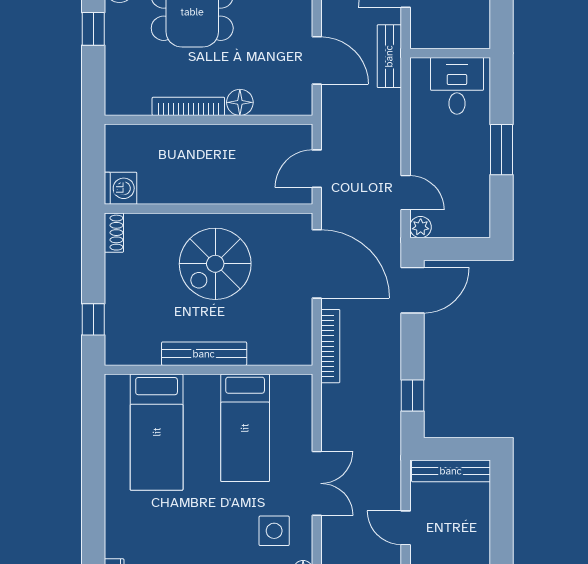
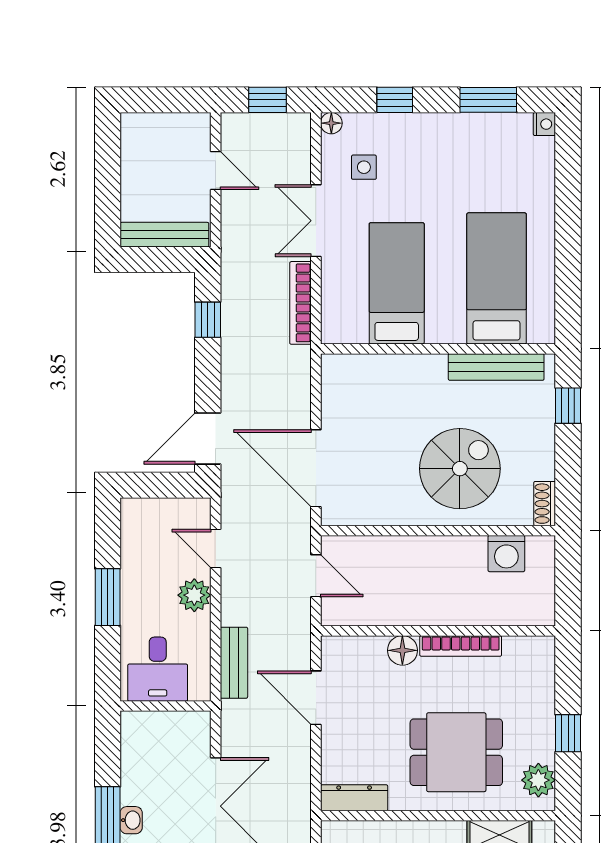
bench: (389, 56) -> (234, 663), moved
door: (317, 169) -> (316, 576), hinge flipped
washing machine: (120, 188) -> (506, 554), moved, turned -90
plant: (421, 227) -> (194, 595), moved, width x1.38, depth x1.38
spiral stairs: (215, 264) -> (460, 469), moved
bookcase: (330, 346) -> (301, 303), moved
bench: (204, 354) -> (496, 367), moved
side table: (274, 531) -> (364, 167), width x0.73, depth x0.73

